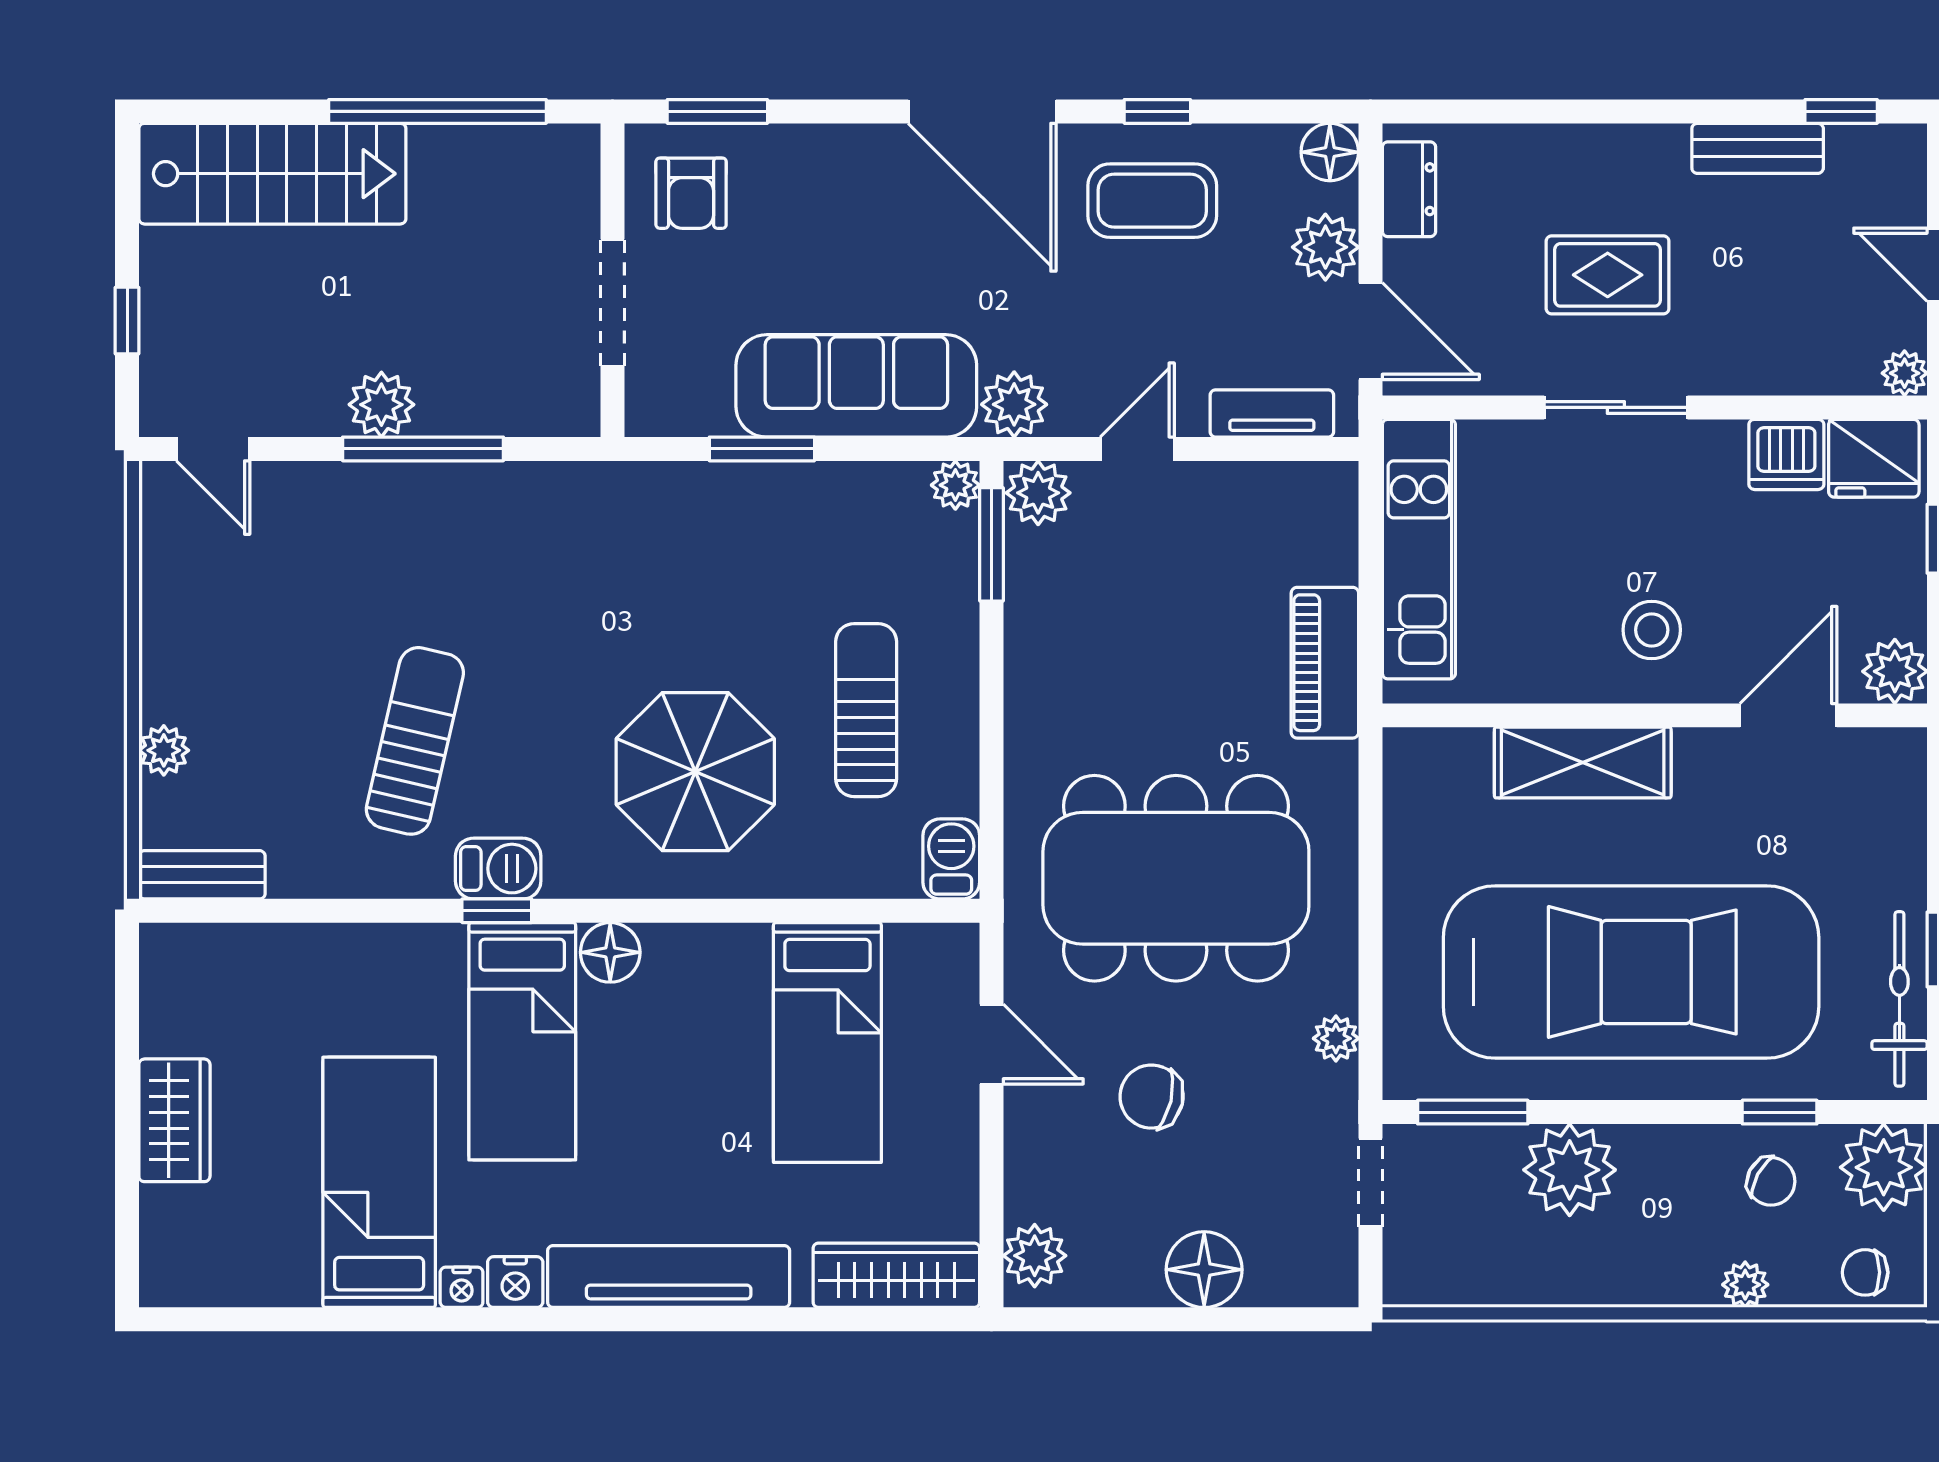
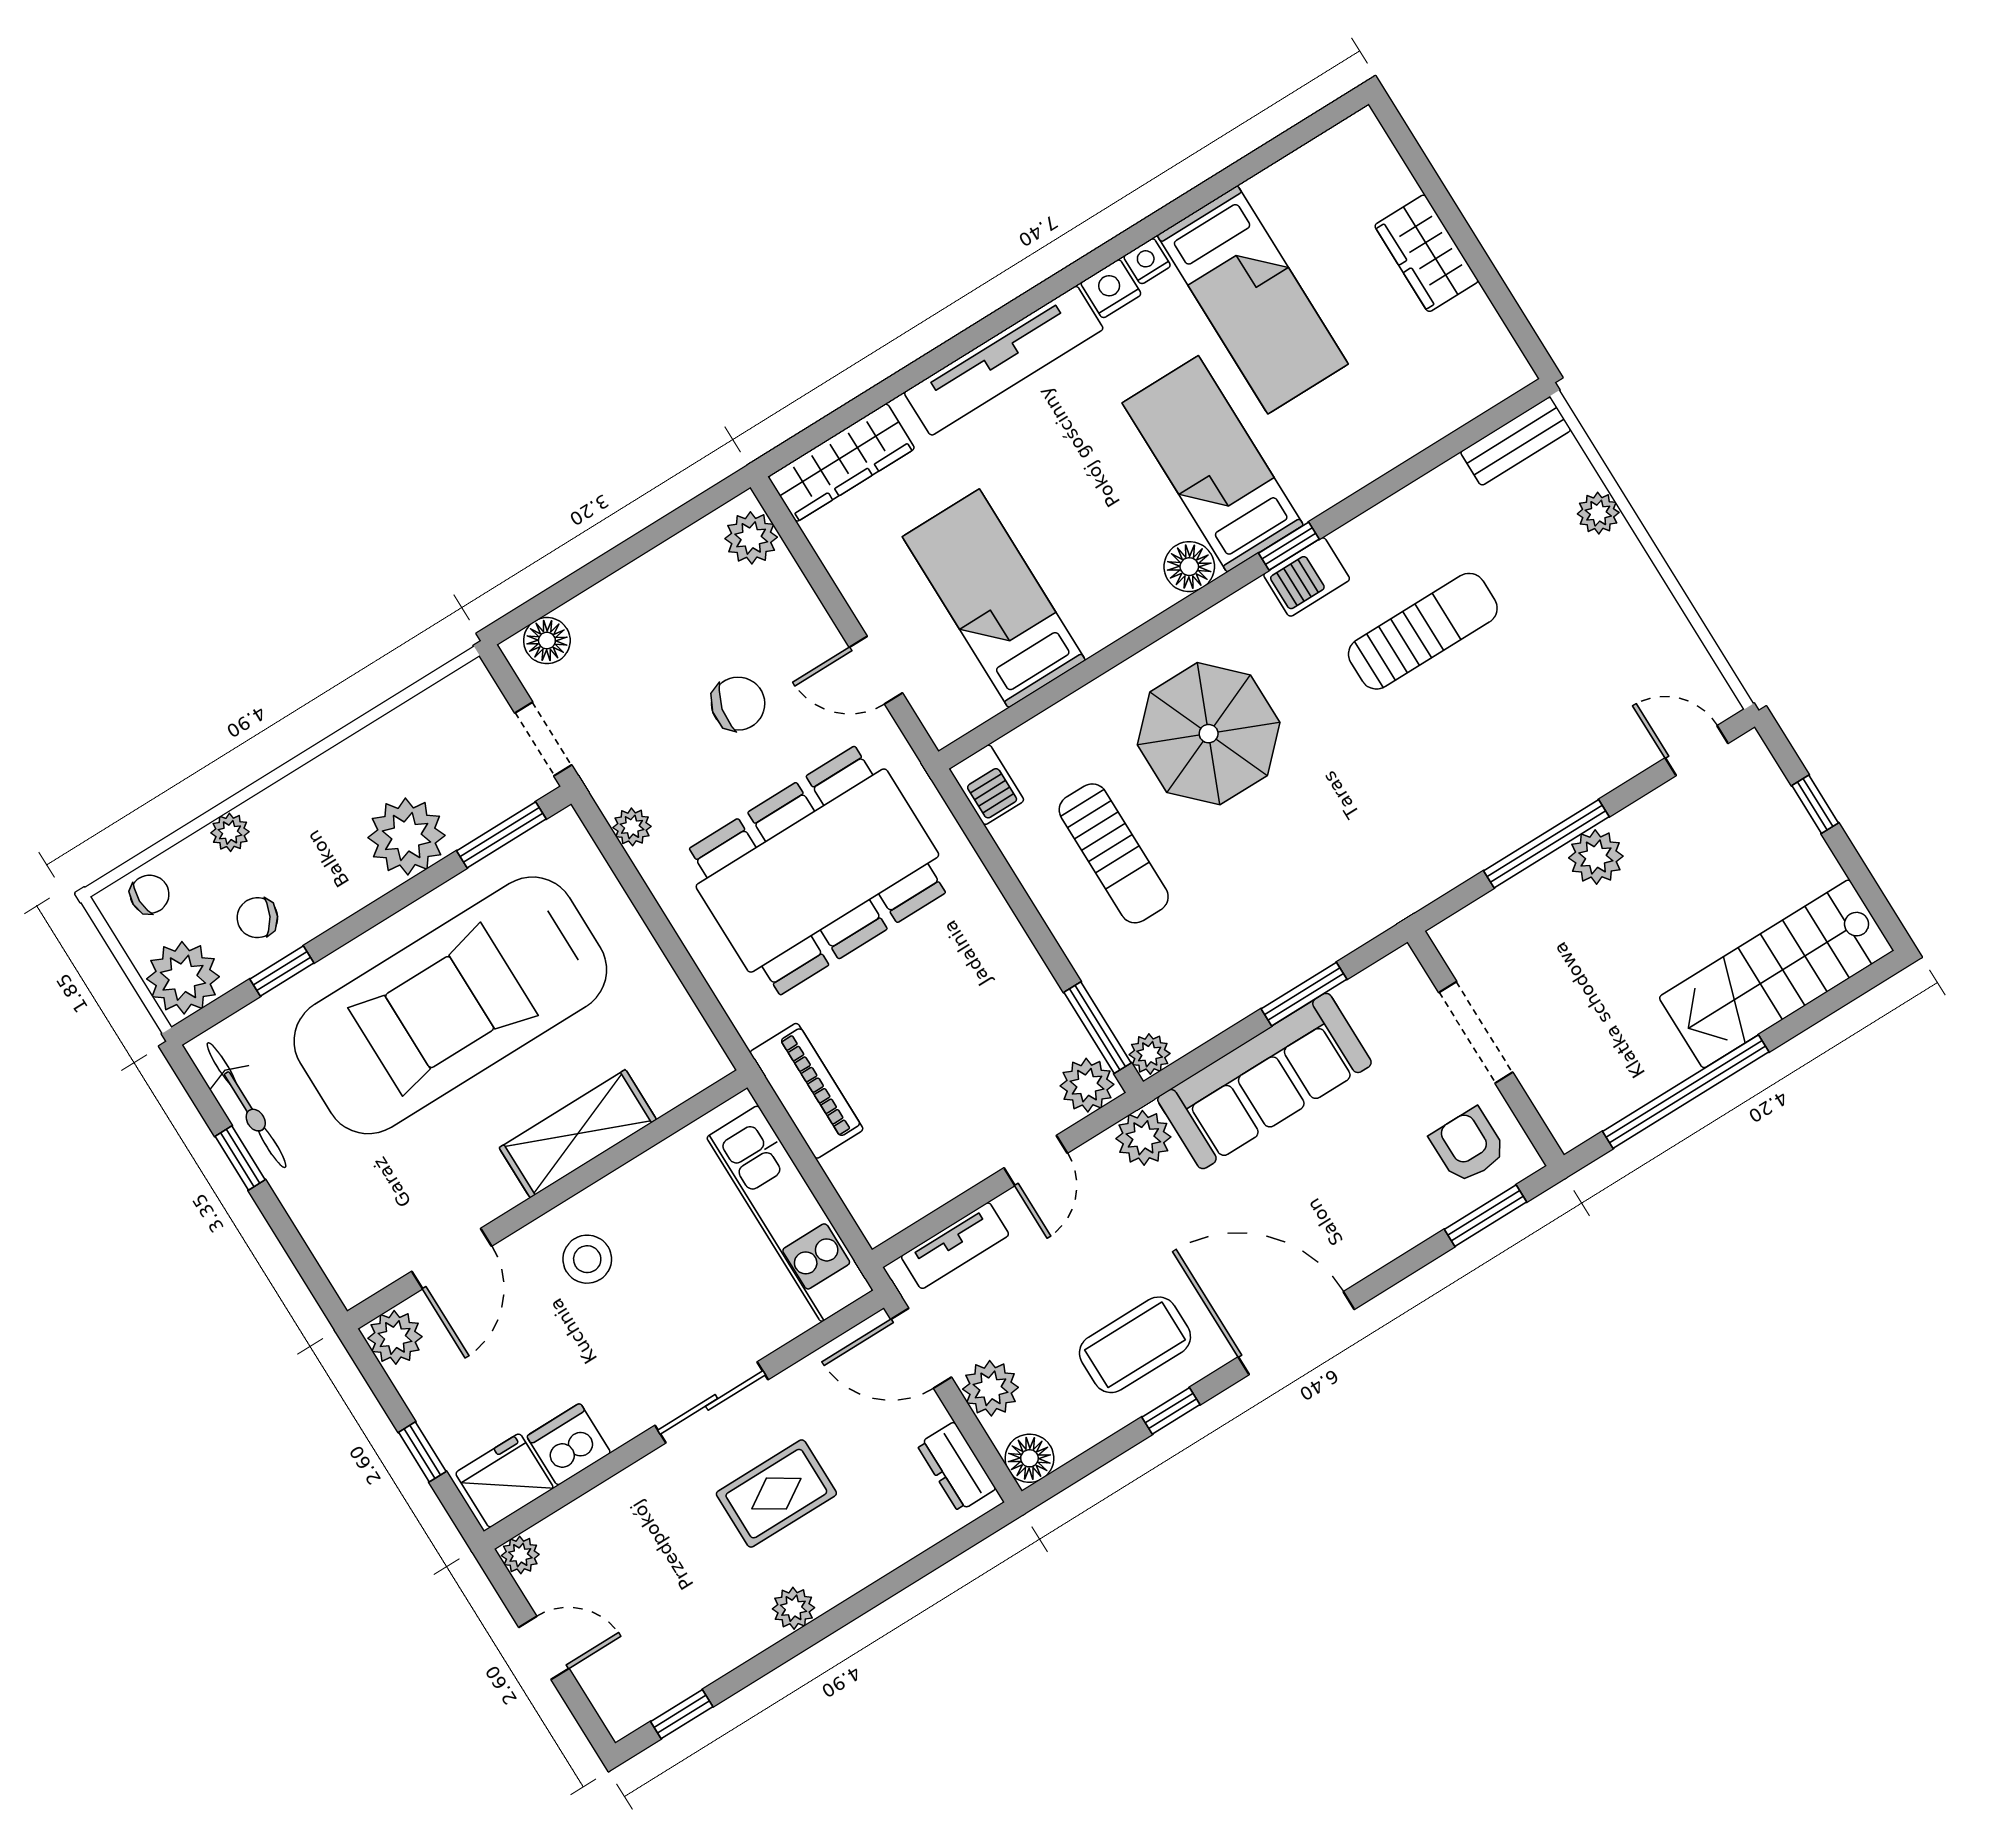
plant: (1662, 148) -> (793, 1608), added
bench: (1758, 148) -> (725, 1651), removed
sun lounger: (415, 741) -> (1423, 631), turned -103
floor lamp: (1204, 1270) -> (547, 641), moved, width x0.73, depth x0.73

